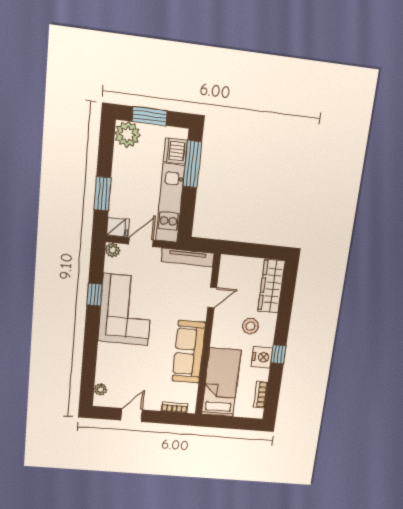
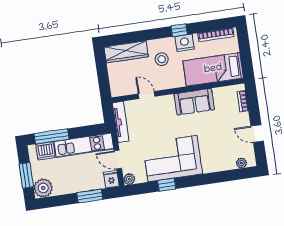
sofa: (189, 352) -> (194, 102), width x0.73
bookcase: (261, 395) -> (216, 35), width x1.56

